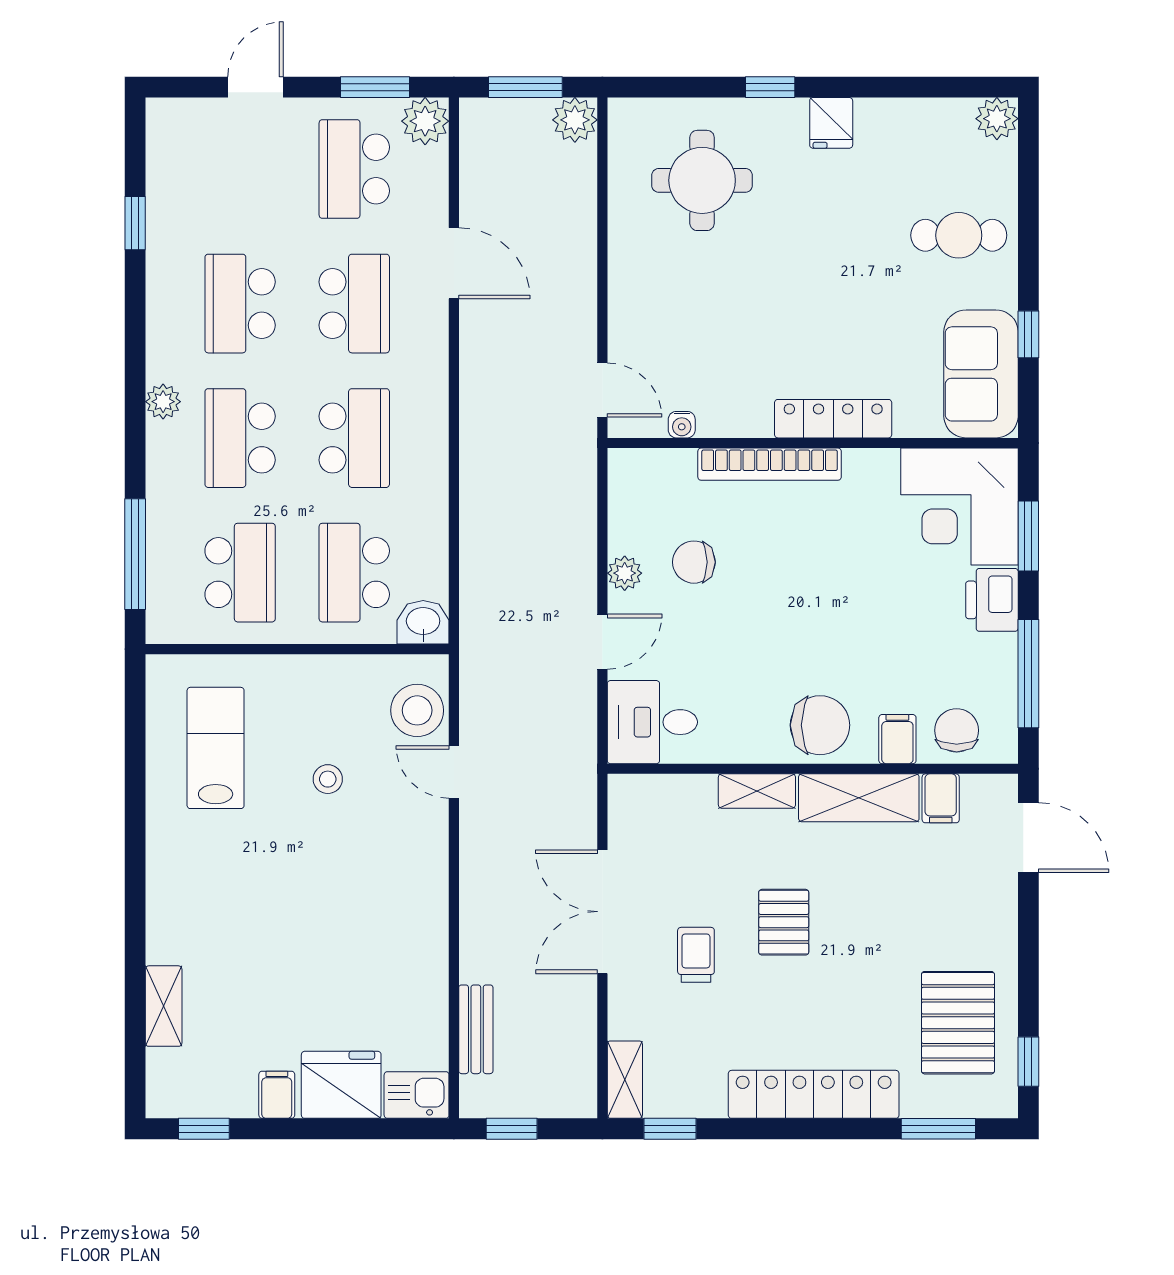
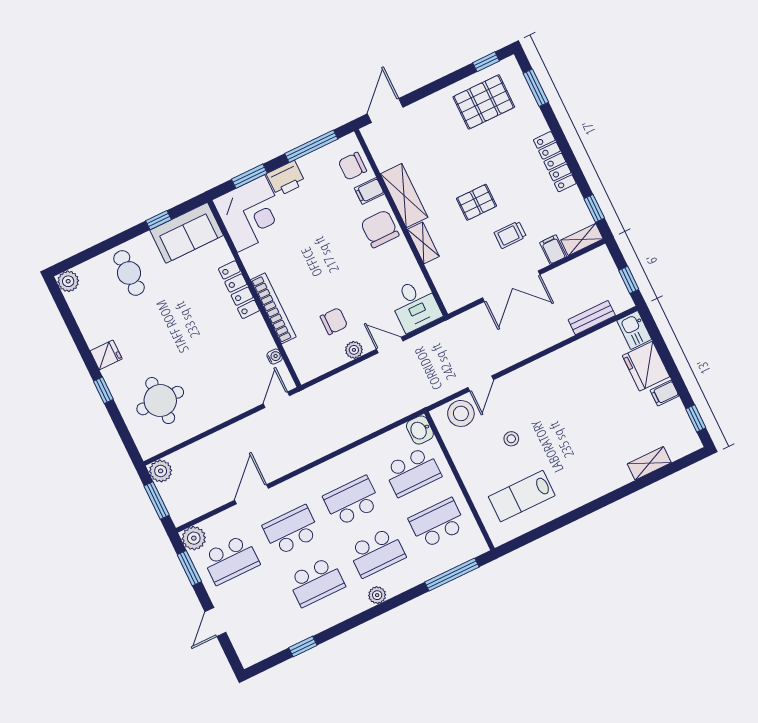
door: (256, 87) -> (215, 622), hinge flipped
chair: (694, 562) -> (334, 321), turned -90
filing cabinet: (941, 798) -> (553, 250), moved, turned -90
locker: (814, 1094) -> (555, 162), width x0.71, depth x0.83

